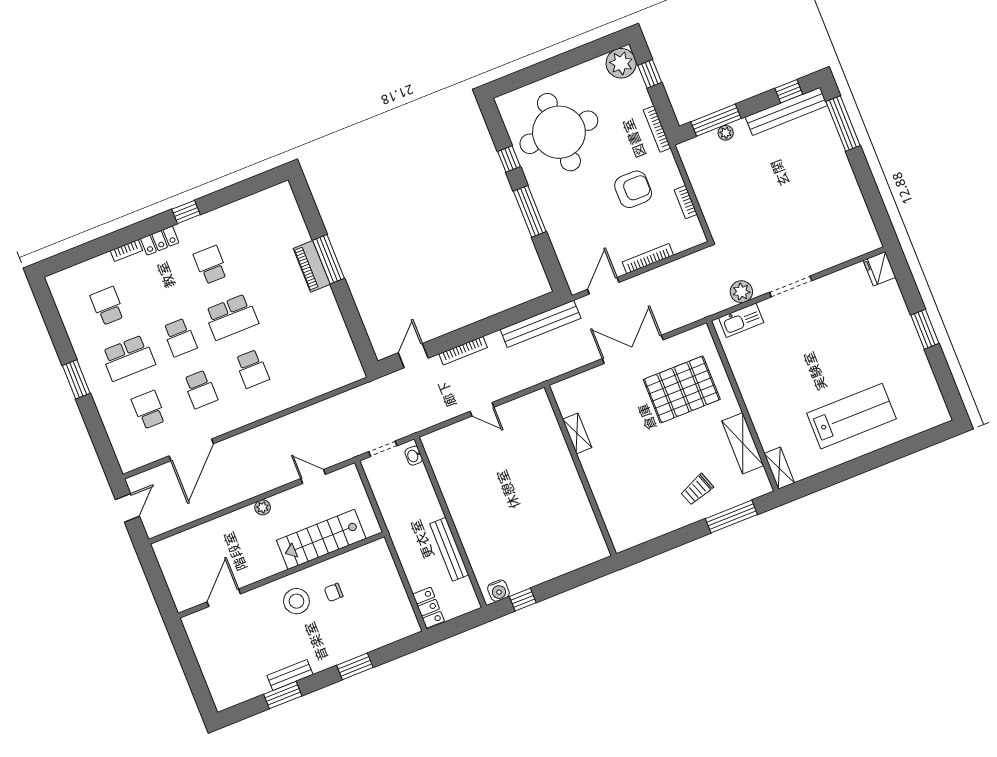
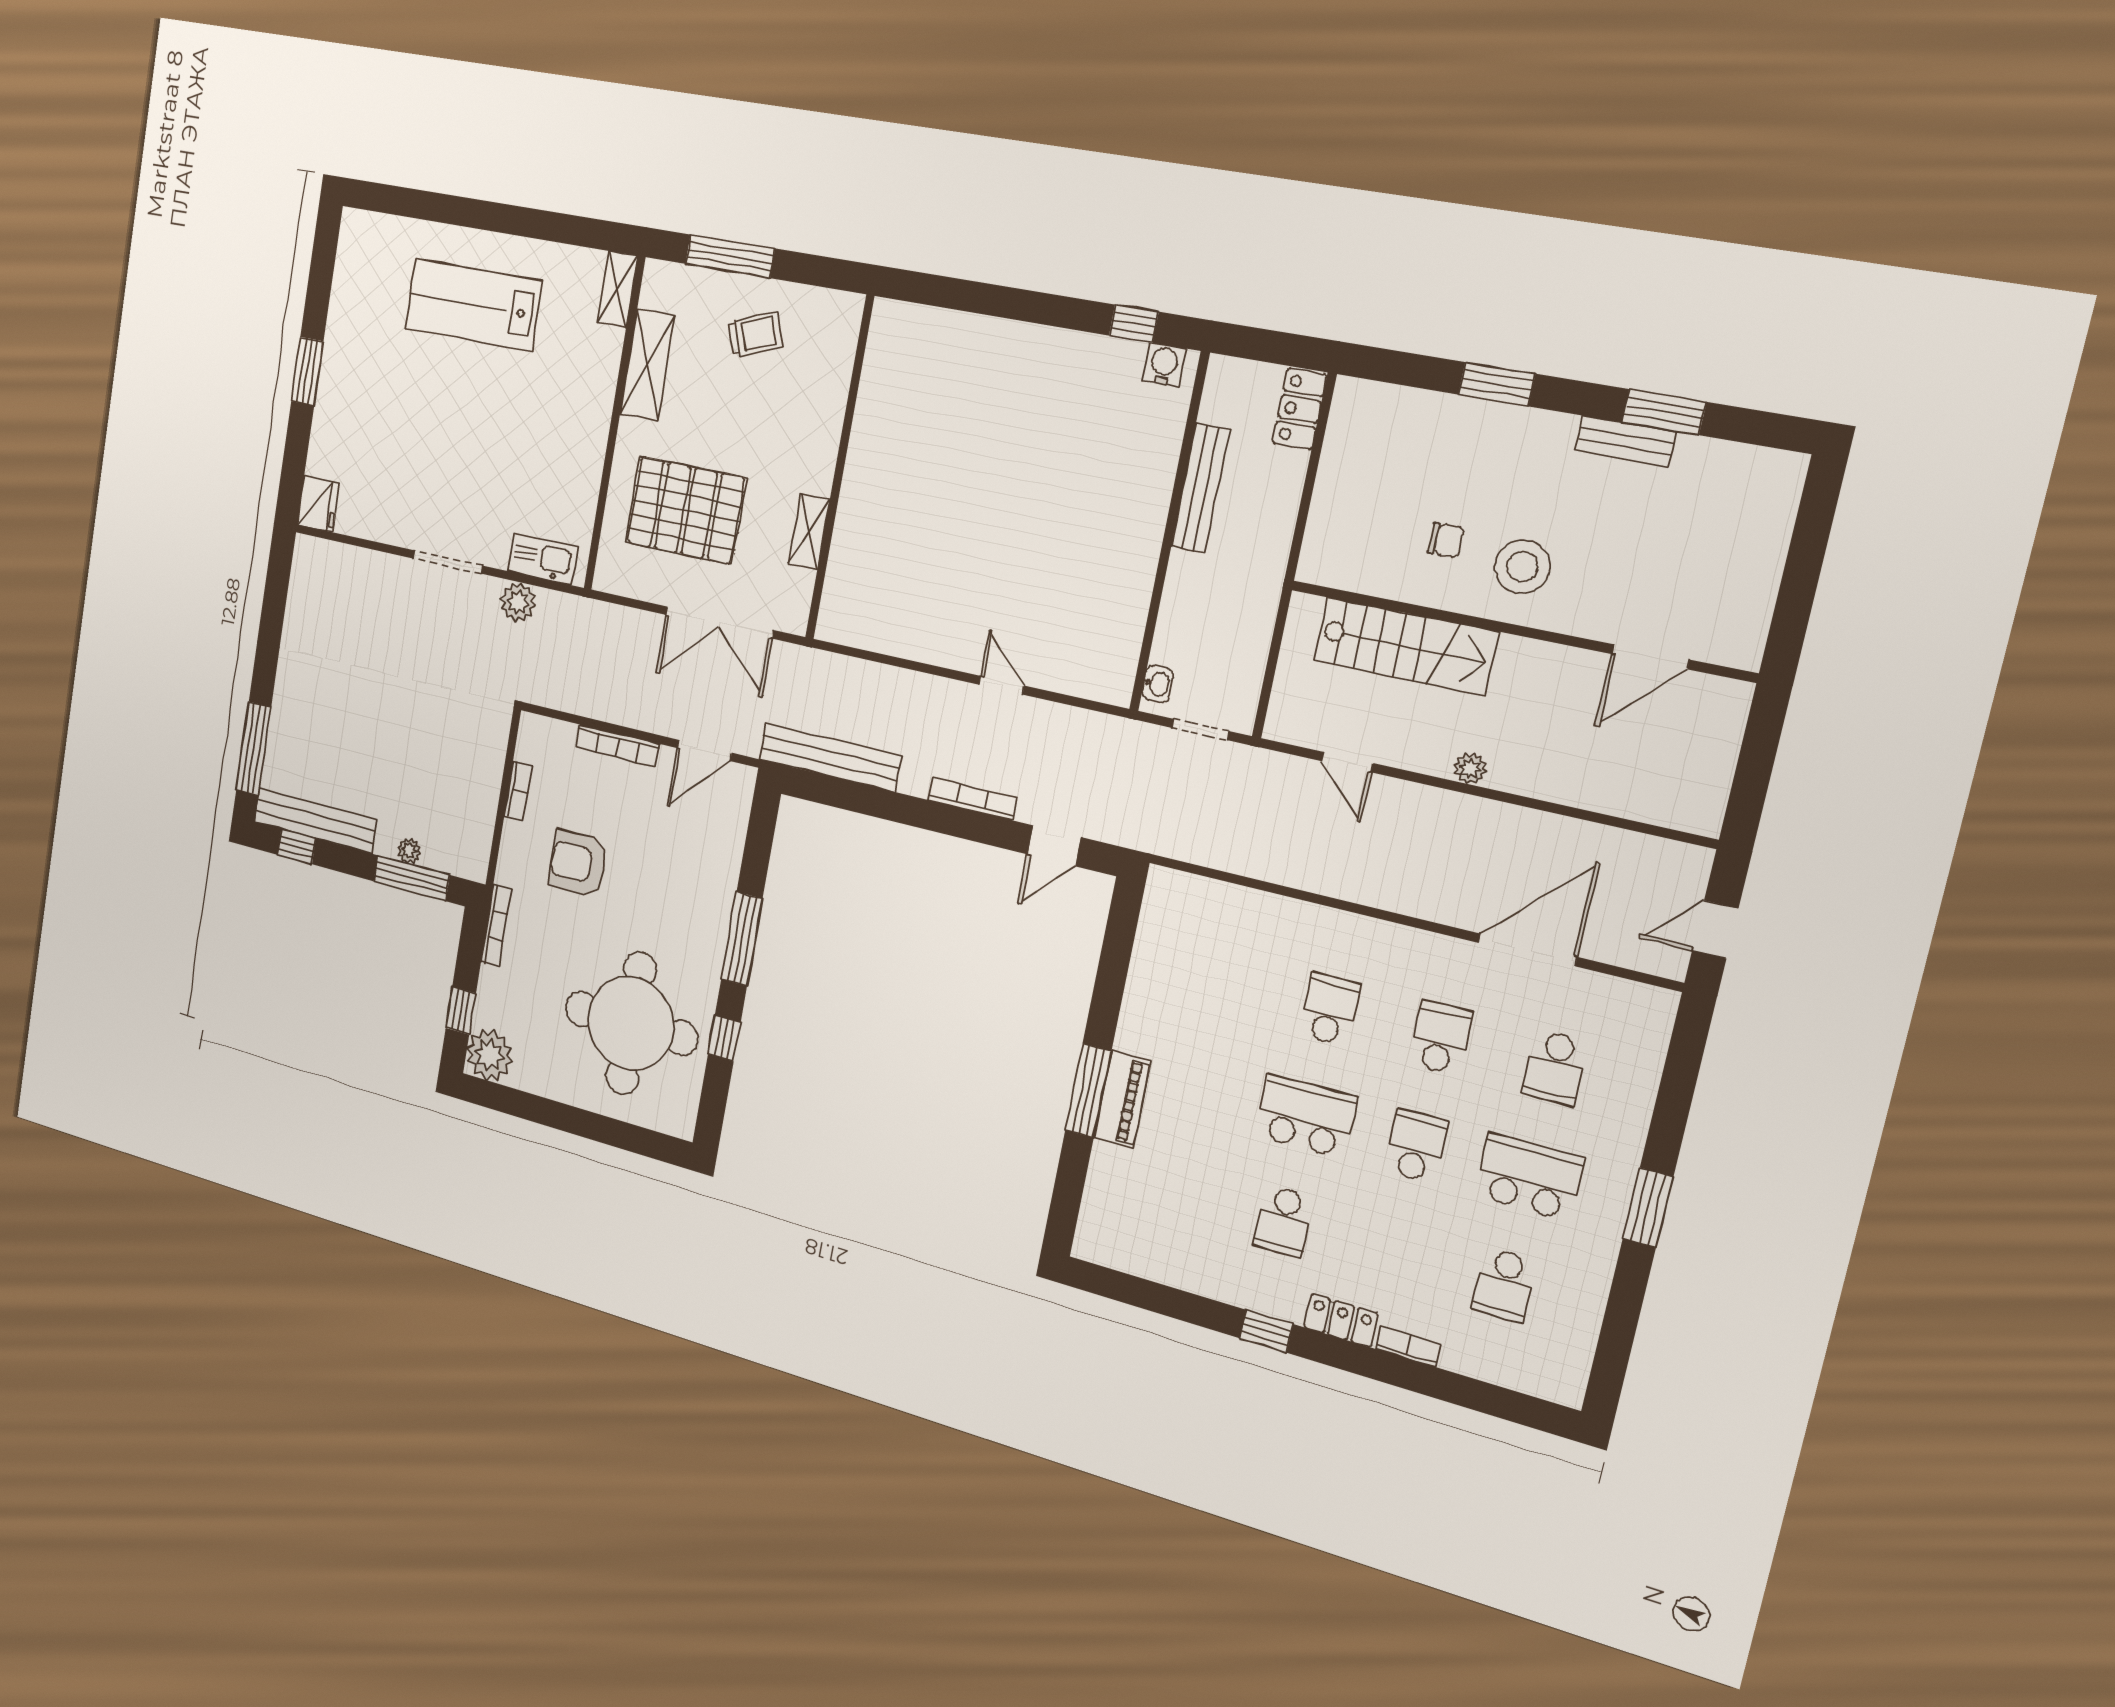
shelving: (577, 433) -> (809, 532), moved
wall: (580, 471) -> (840, 468), moved

